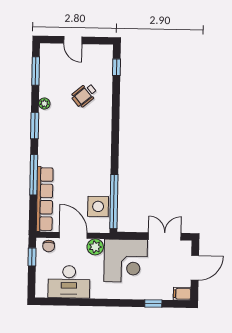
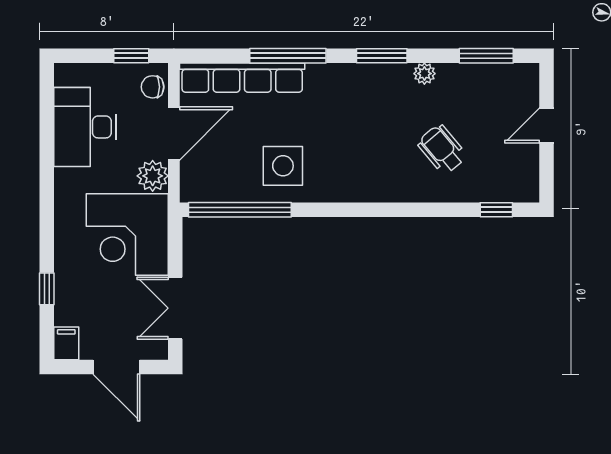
side table: (98, 206) -> (283, 166), moved
double door: (165, 236) -> (175, 308), swing flipped

